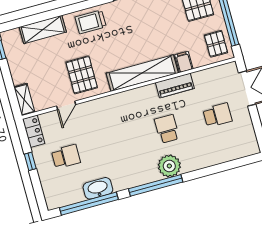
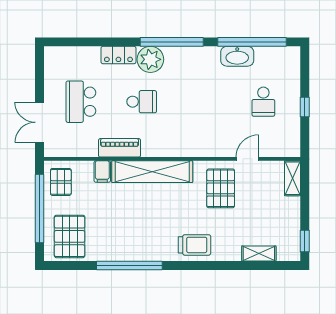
shelving: (43, 30) -> (259, 254), width x0.67, depth x0.75
school desk: (217, 115) -> (81, 102), width x1.85
school desk: (167, 129) -> (142, 102), turned -90
locker: (34, 131) -> (118, 55), moved, turned -90
school desk: (66, 157) -> (263, 102), turned -90

